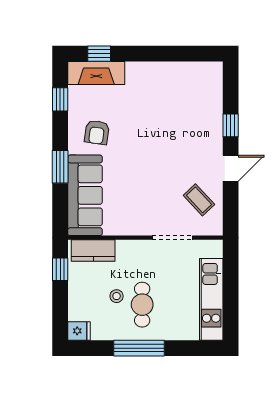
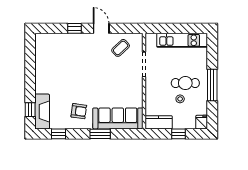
kitchen counter: (93, 251) -> (159, 122), moved, turned -90
window: (60, 269) -> (178, 134), moved

